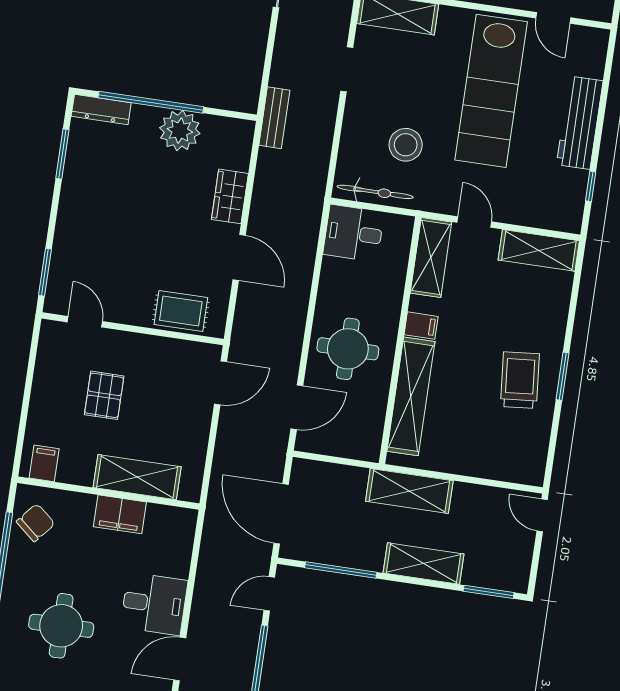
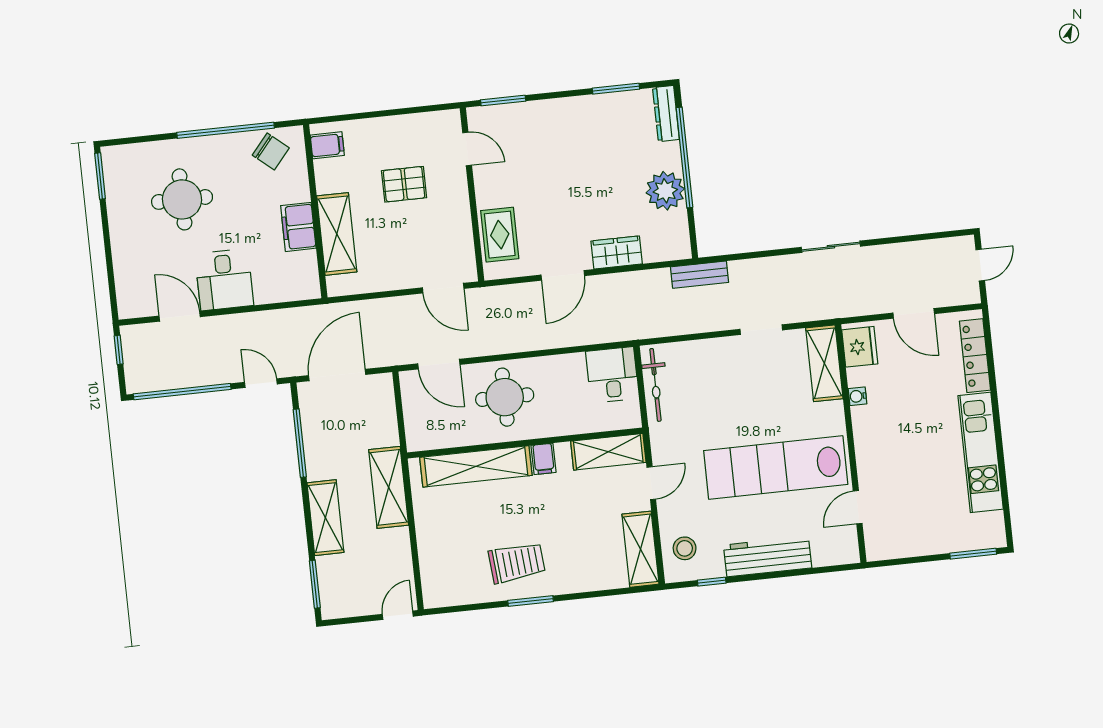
stool: (406, 145) -> (685, 548), moved, width x0.73, depth x0.73
door: (85, 322) -> (467, 149), hinge flipped

